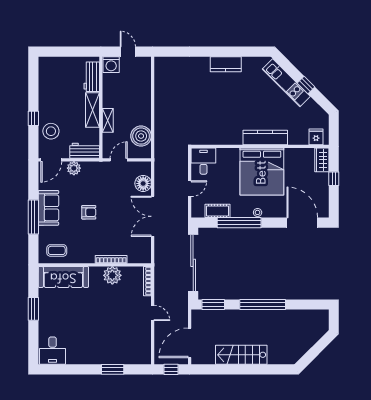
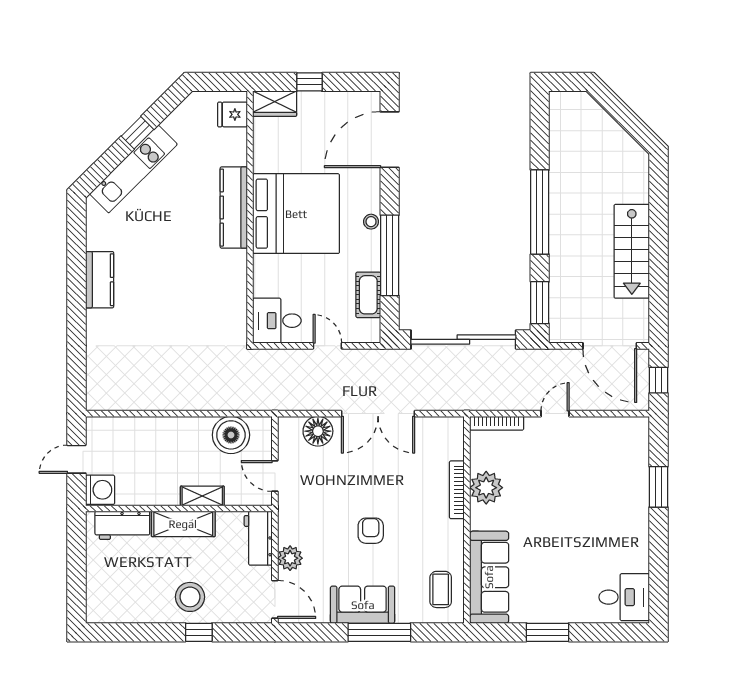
stool: (51, 131) -> (190, 597), moved

